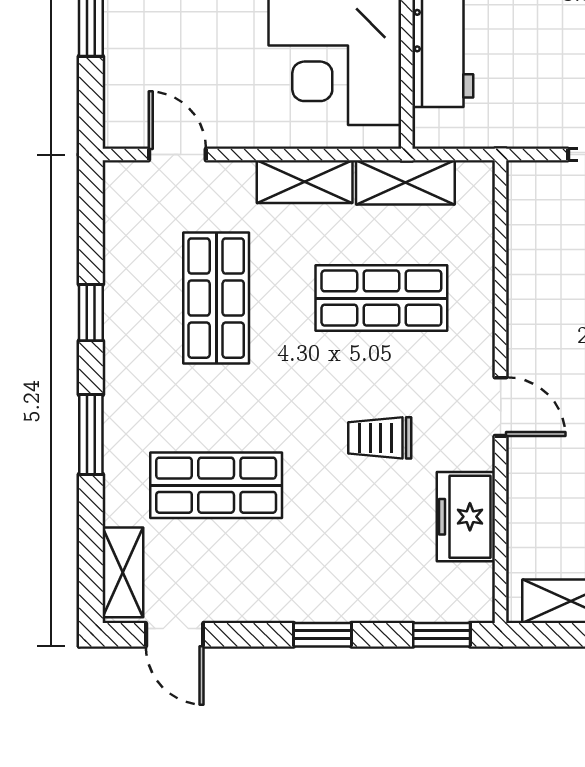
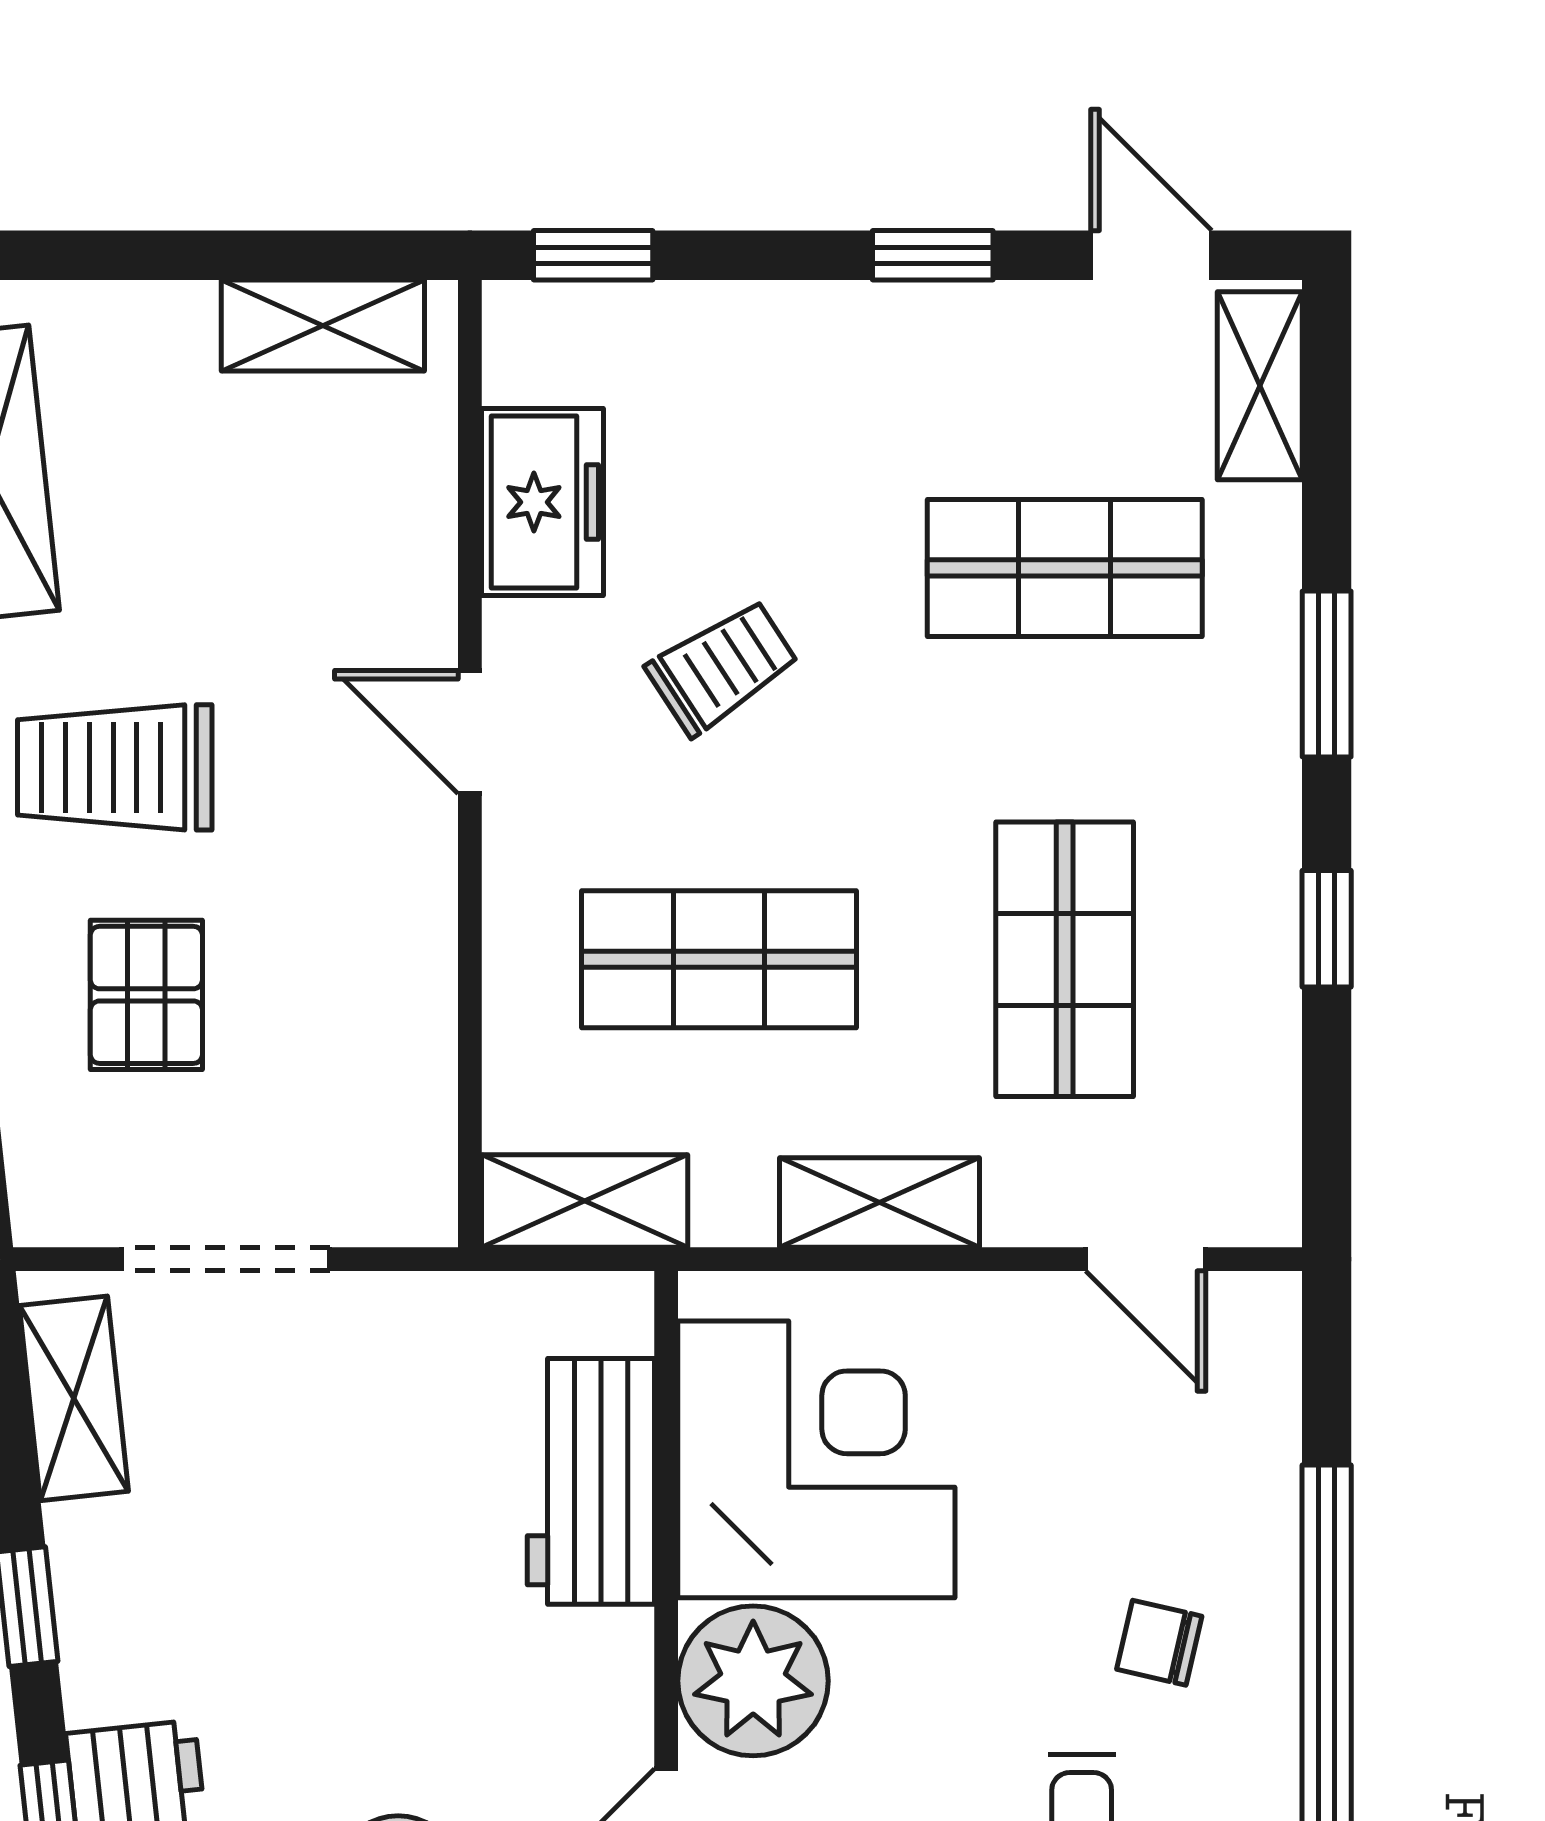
shelving: (405, 182) -> (585, 1201), moved
trolley: (380, 438) -> (722, 667), turned -33
window: (323, 635) -> (933, 255), moved

